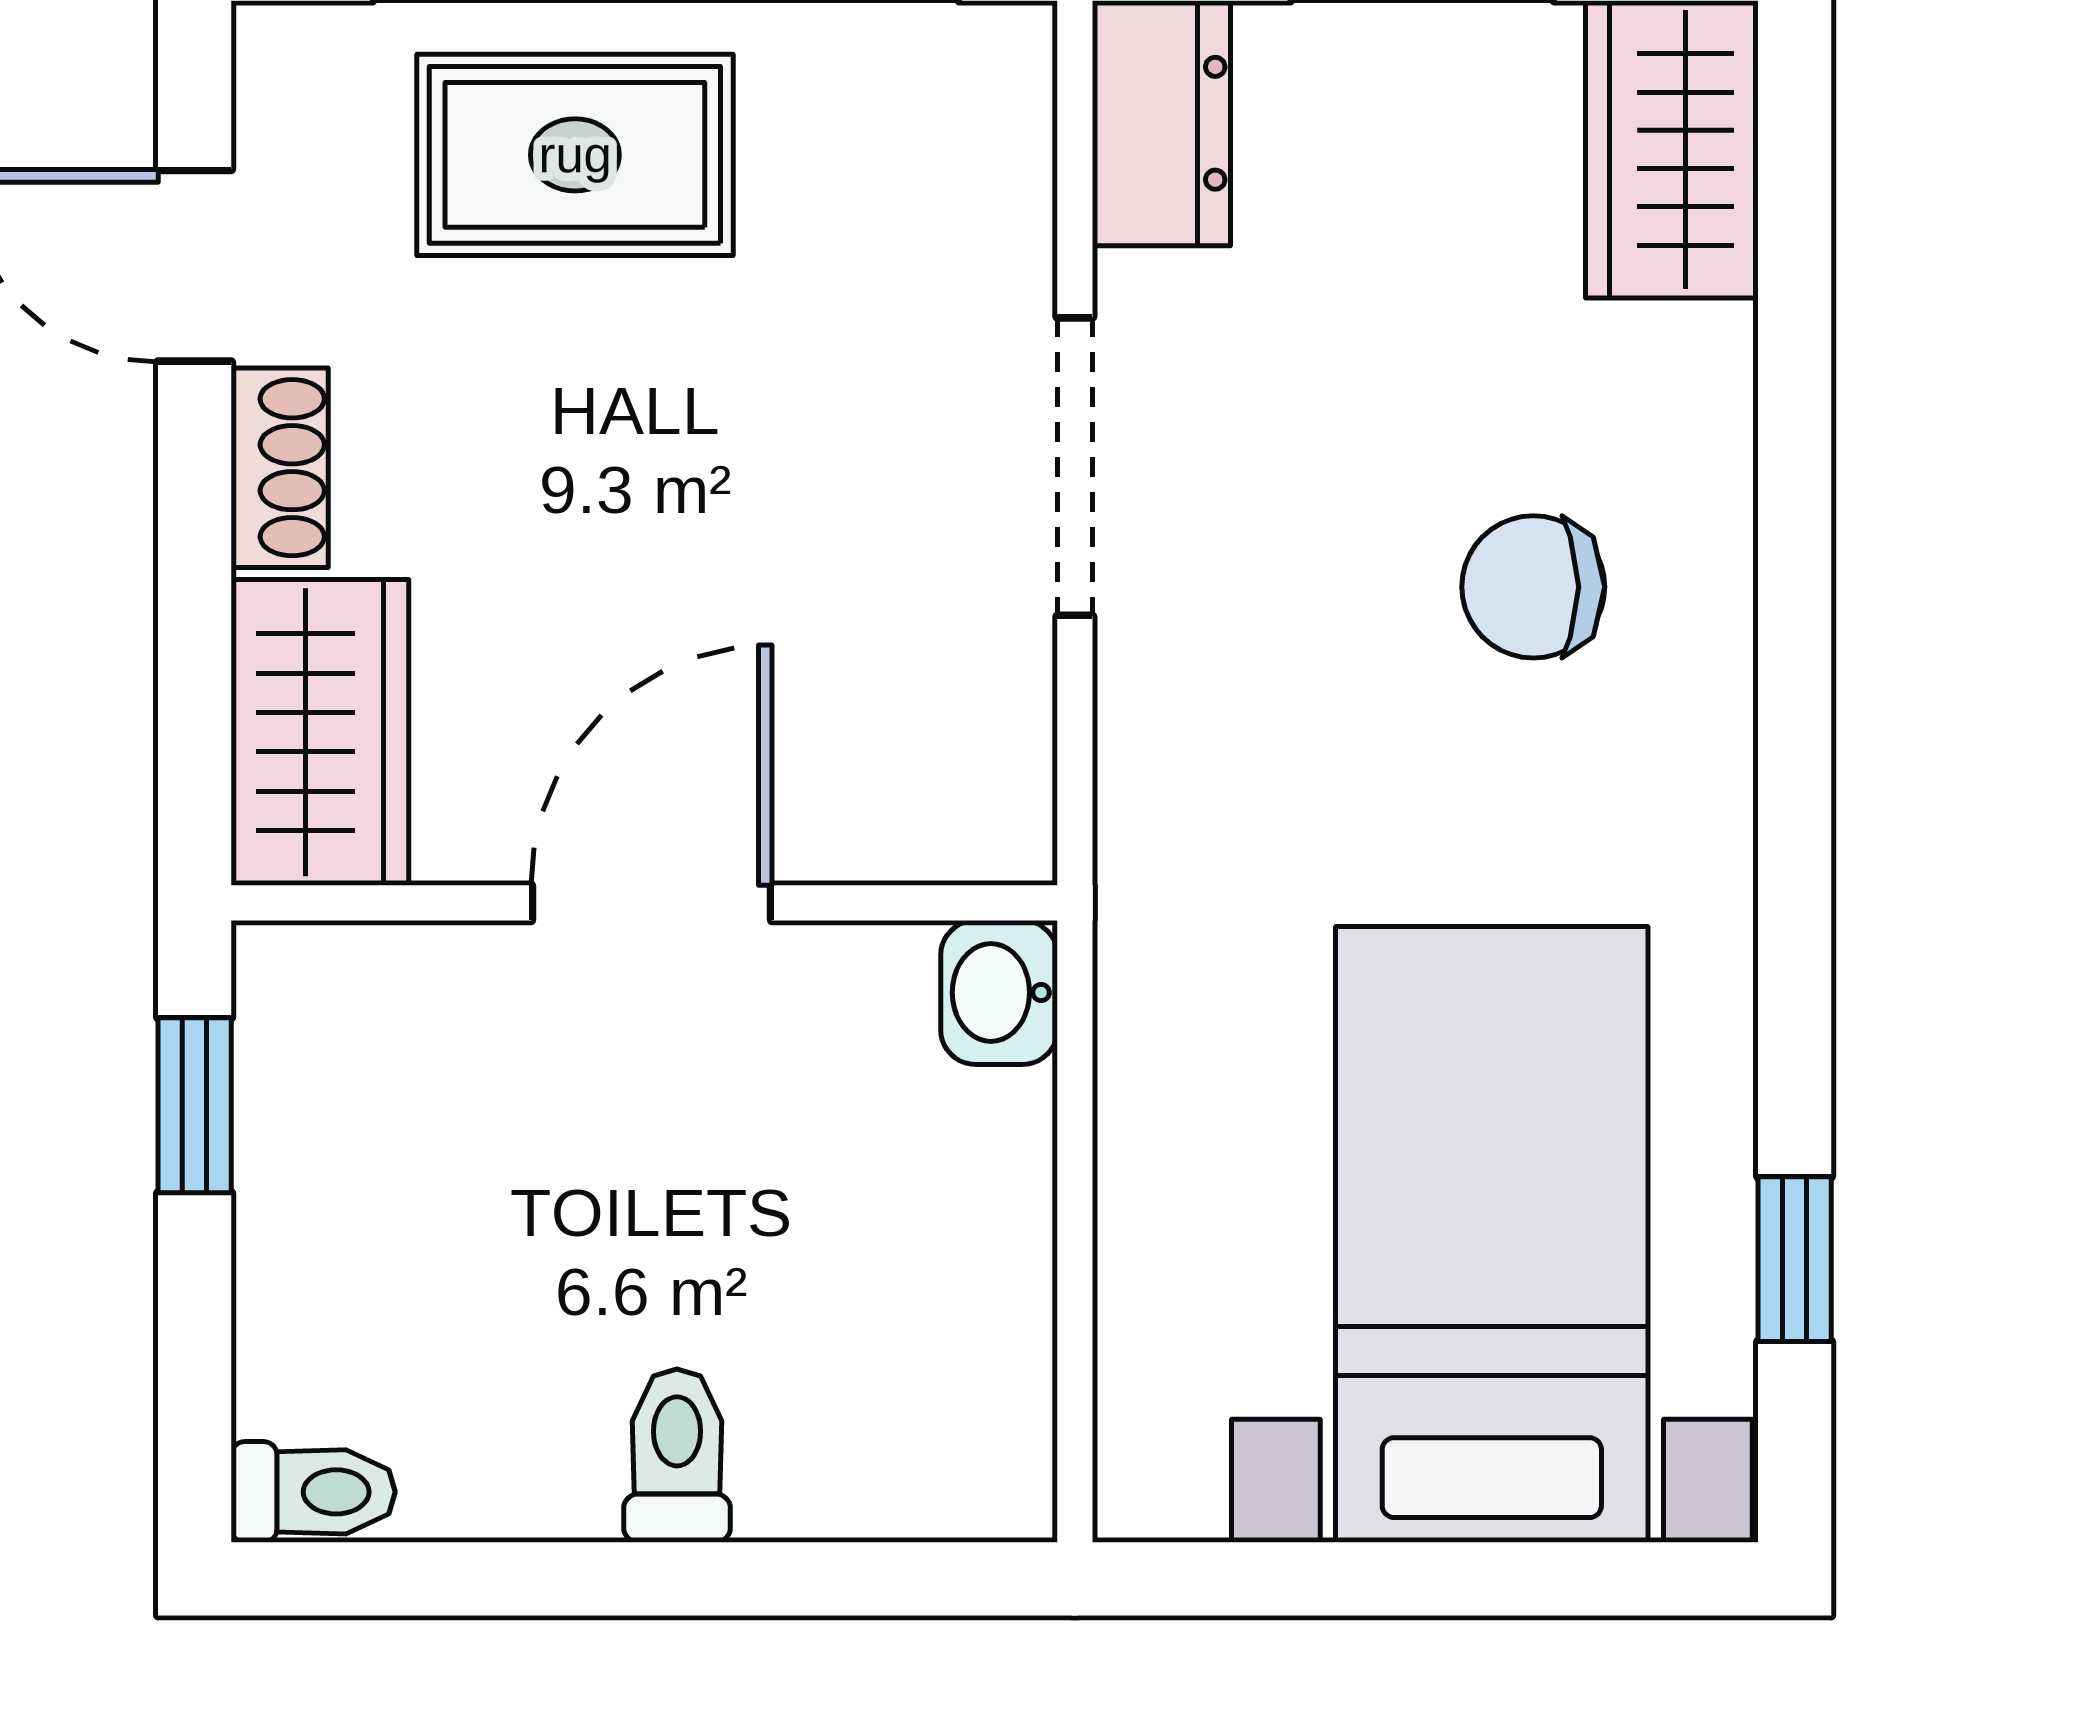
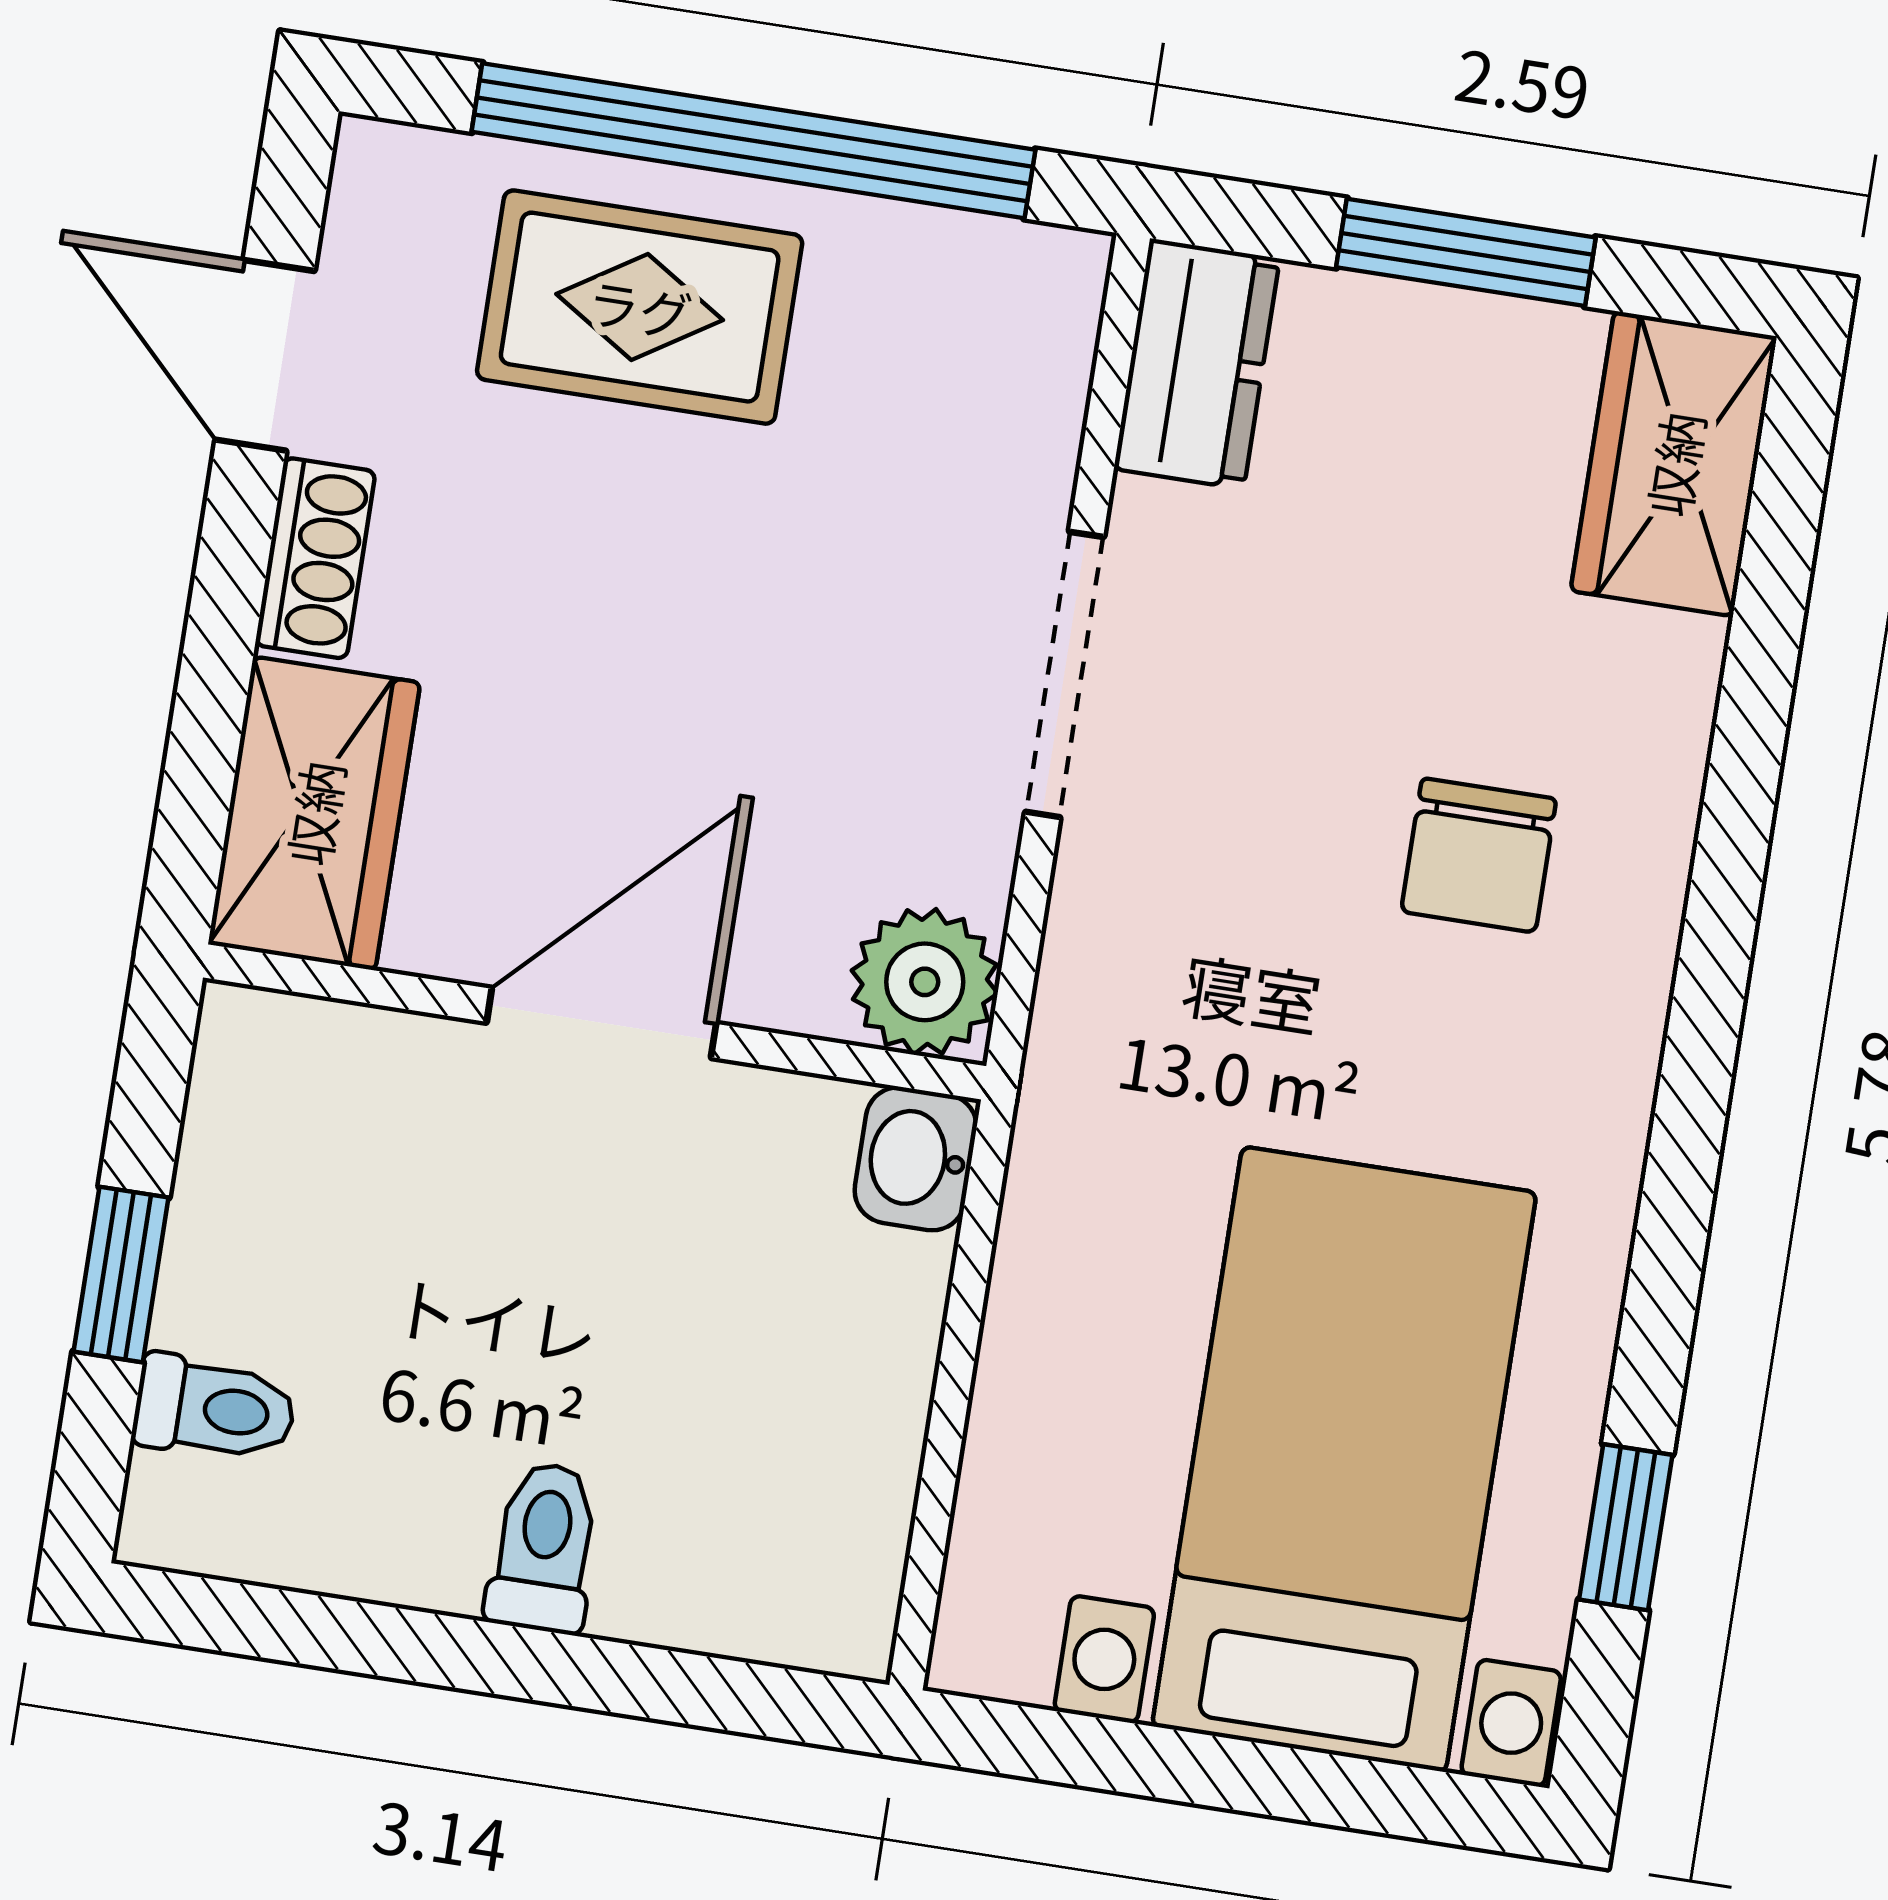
chair: (1533, 587) -> (1479, 855), turned -90
plant: (980, 808) -> (925, 982), added
window: (195, 1105) -> (121, 1275), moved
toilet: (313, 1492) -> (214, 1409), moved

